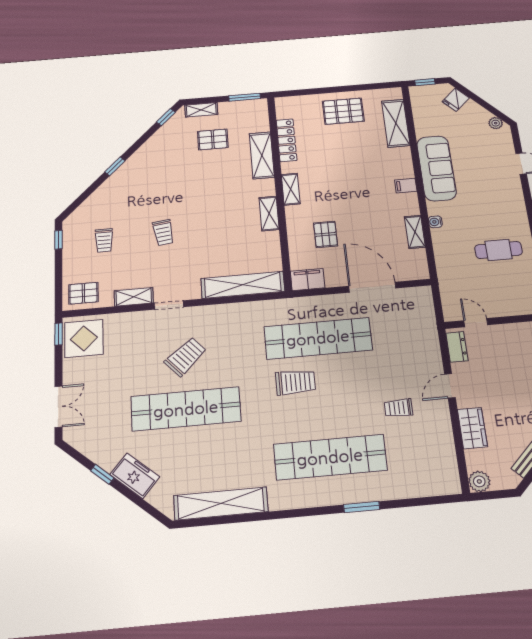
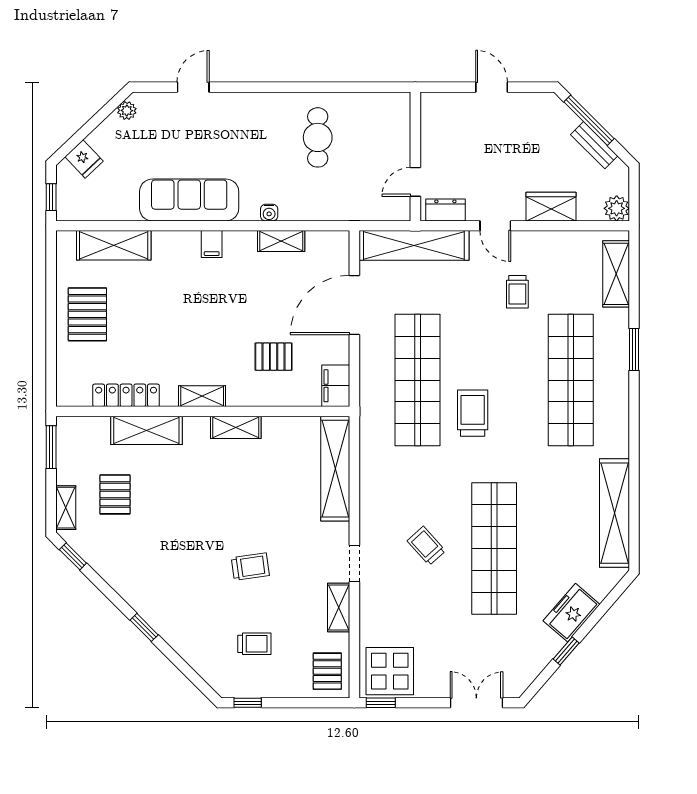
shelving: (425, 326) -> (414, 245), added
trolley: (185, 357) -> (426, 546), width x0.73, depth x0.72
shelving: (424, 486) -> (616, 274), added

